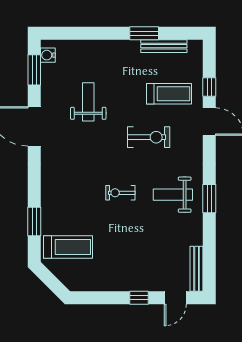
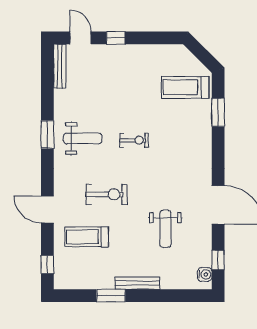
bench: (164, 46) -> (137, 283), moved
window: (34, 70) -> (218, 260), width x0.67
window: (209, 87) -> (47, 265), moved
exercise bike: (149, 137) -> (107, 194), turned 180
door: (175, 298) -> (80, 38), hinge flipped

